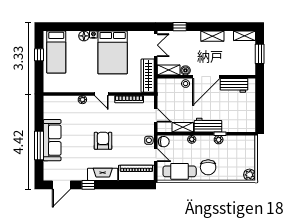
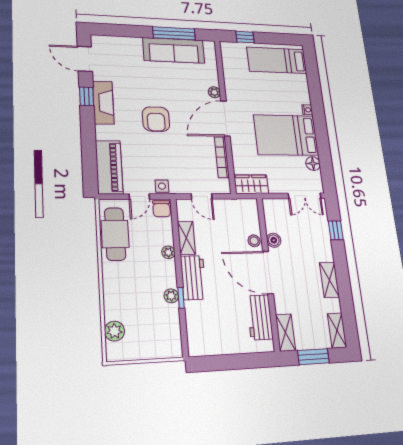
floor lamp: (84, 36) -> (313, 164), moved
window: (39, 55) -> (245, 37), moved
shelving: (169, 70) -> (285, 332), moved
wardrobe: (148, 76) -> (251, 184), width x0.67
door: (101, 94) -> (225, 119), width x1.88
door: (156, 115) -> (202, 196), hinge flipped
sofa: (52, 140) -> (174, 50), moved
armchair: (103, 141) -> (156, 119), turned 90
window: (39, 145) -> (174, 33), moved
chair: (208, 167) -> (124, 280), removed
fireplace: (103, 174) -> (103, 103), moved
plant: (250, 175) -> (114, 331), moved

